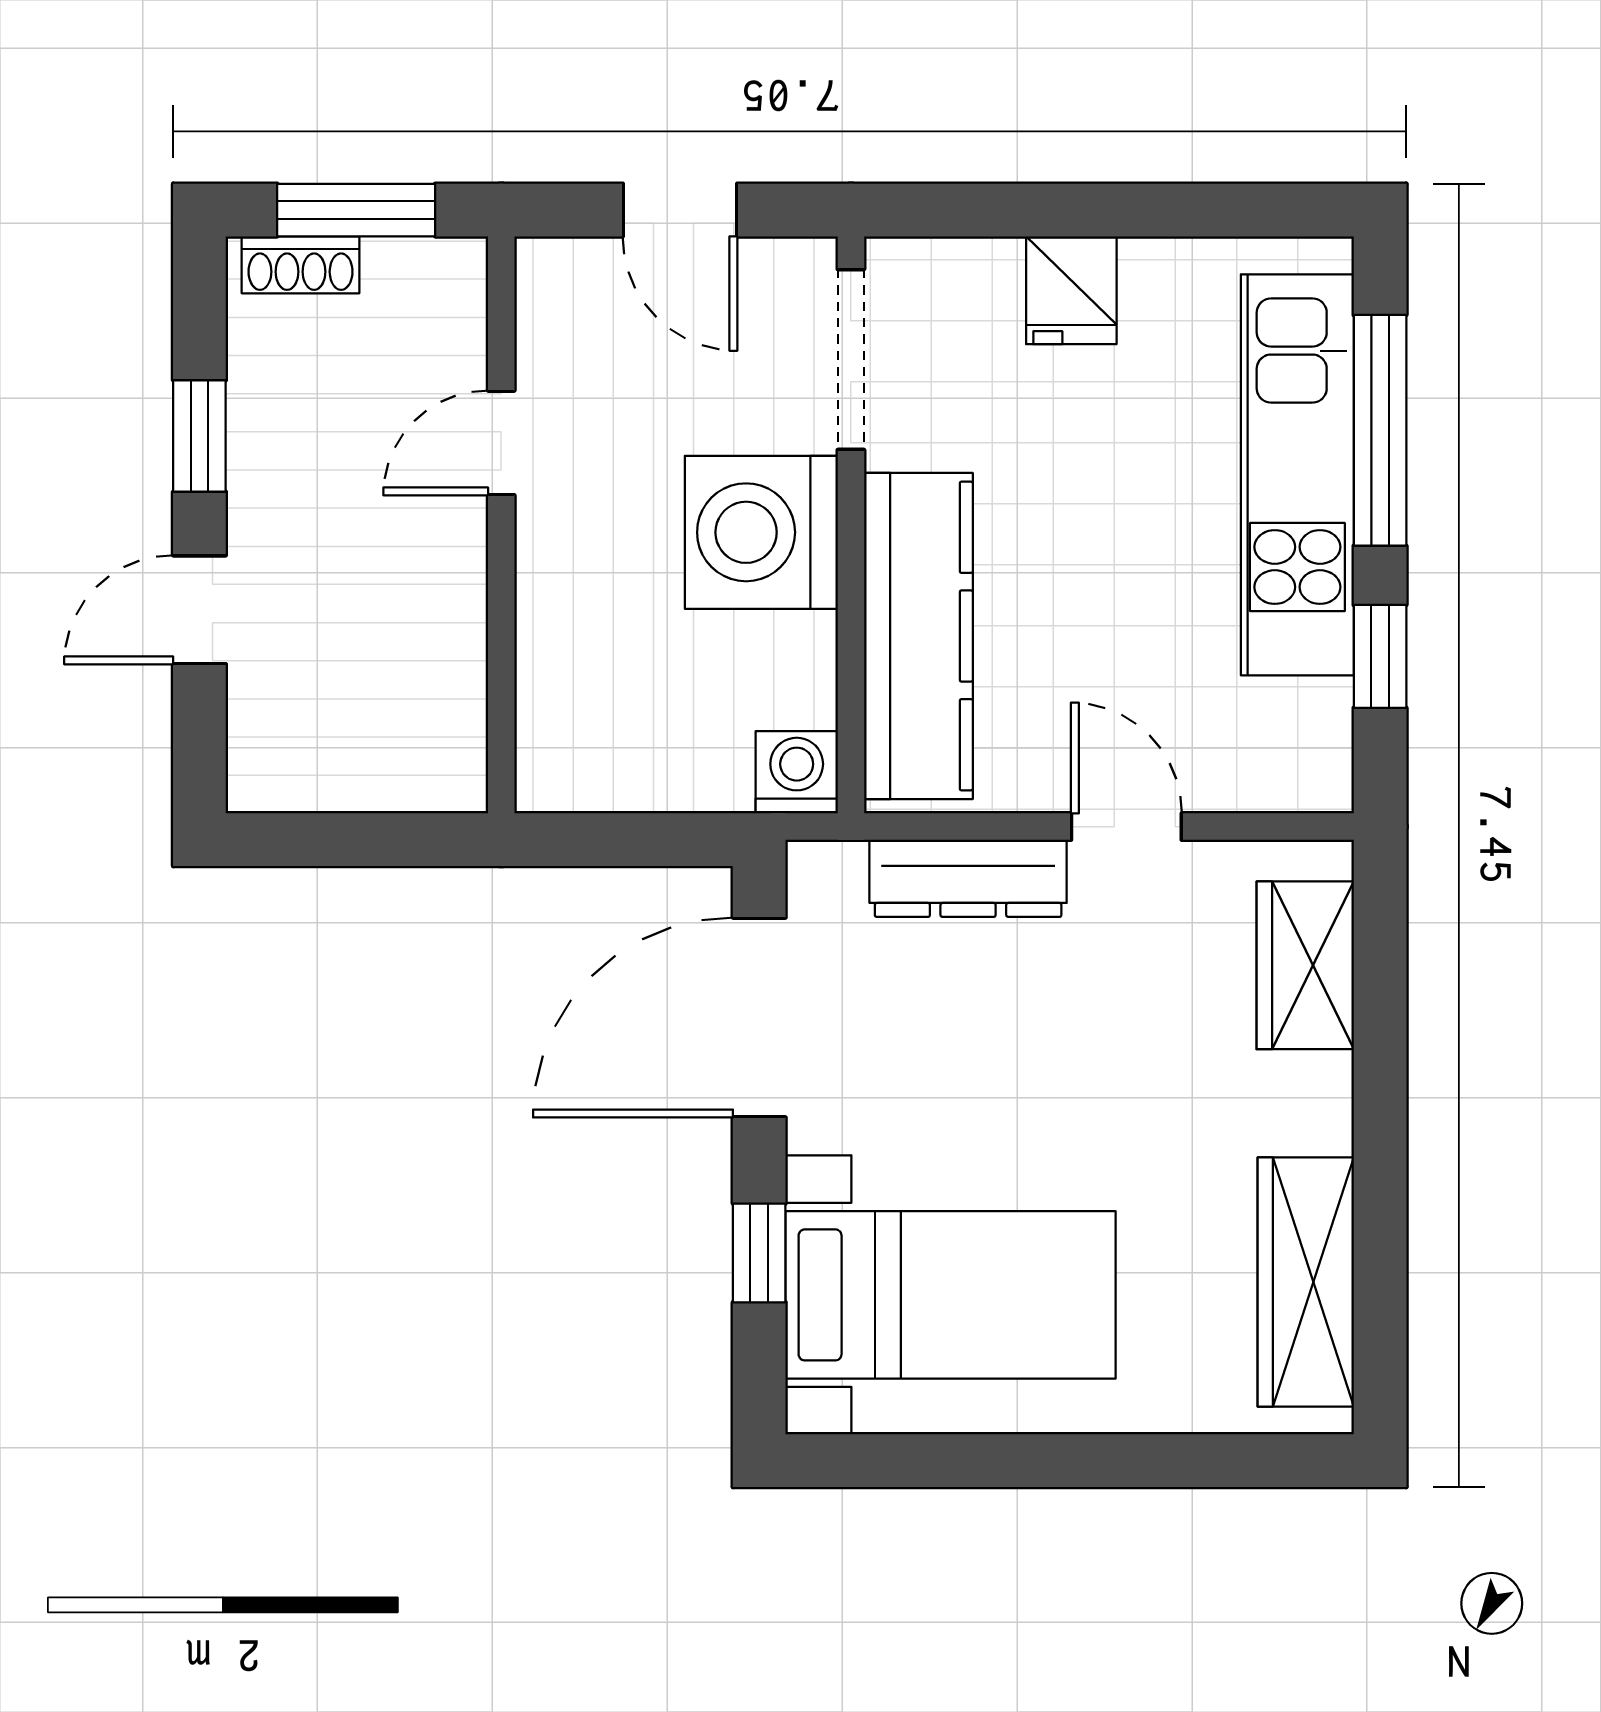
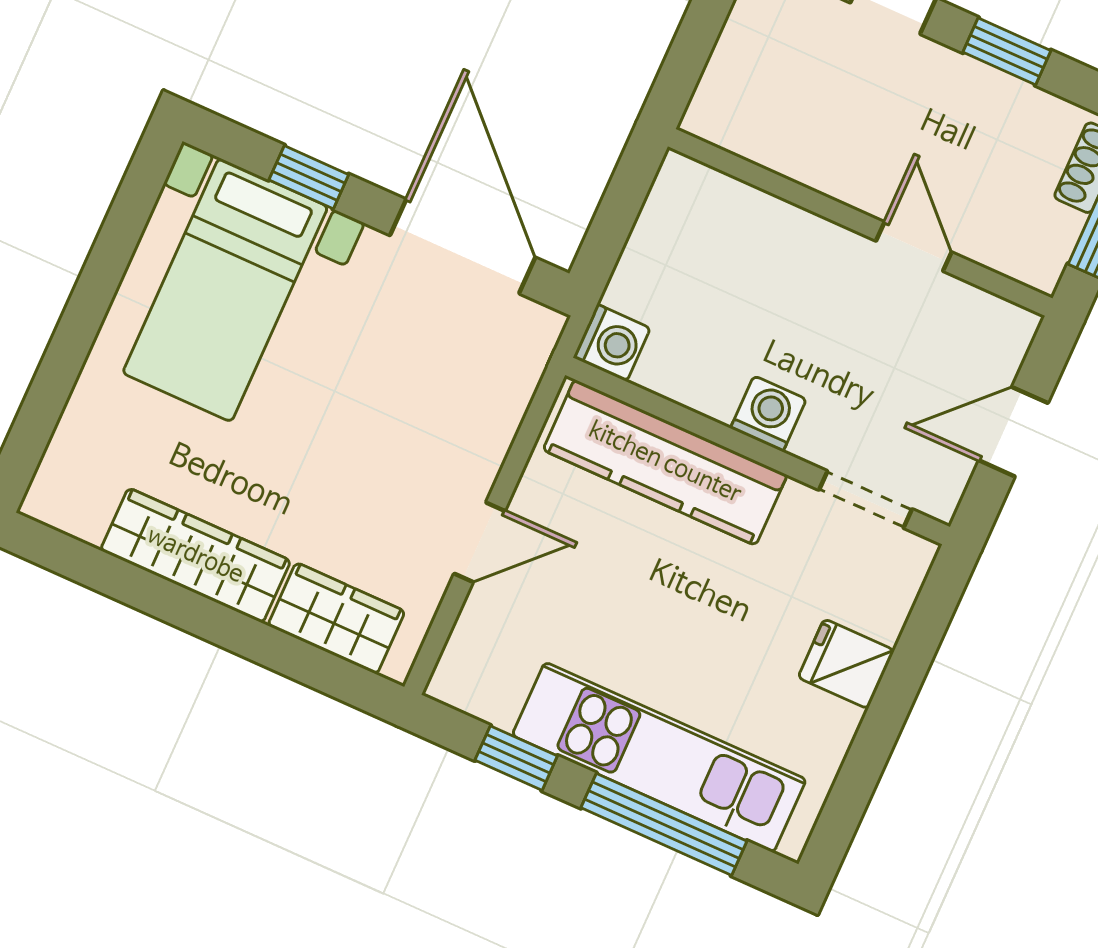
doorway: (851, 360) -> (865, 500), width x0.73
washing machine: (761, 532) -> (768, 414), width x0.53, depth x0.53
dresser: (968, 878) -> (492, 424), removed
wardrobe: (1306, 1282) -> (195, 555), moved

